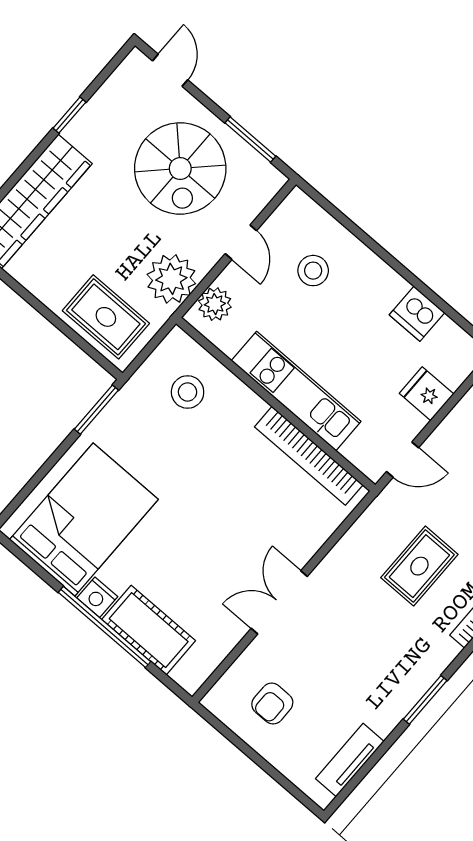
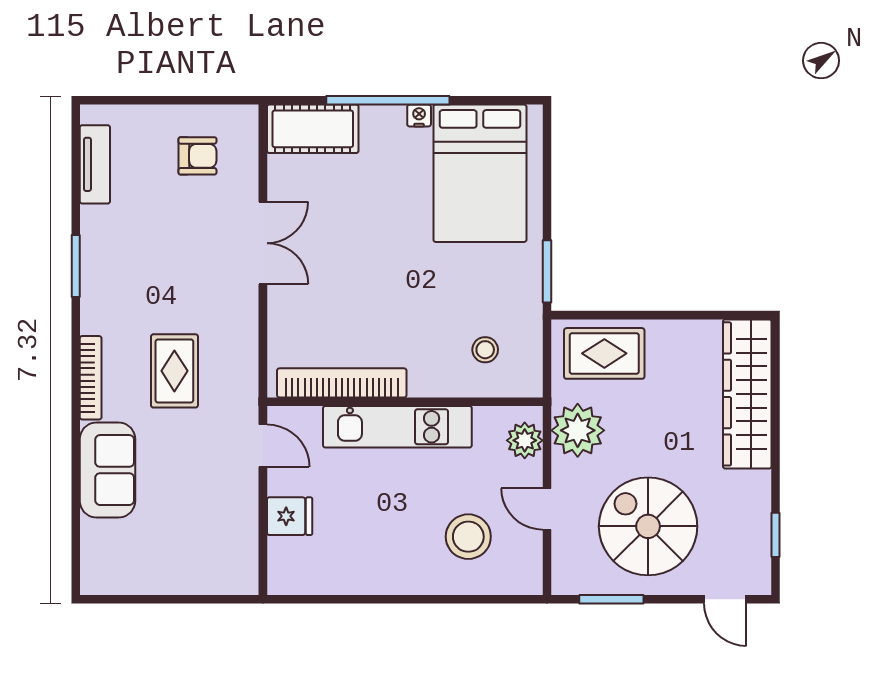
window: (69, 115) -> (776, 535), moved
stool: (313, 271) -> (468, 537), width x1.38, depth x1.38
dishwasher: (417, 314) -> (354, 574), removed
stool: (188, 392) -> (485, 350), width x0.73, depth x0.73
door: (403, 460) -> (263, 446), swing flipped
nightstand: (97, 597) -> (419, 116), width x0.72, depth x0.74
cot: (149, 630) -> (313, 129), moved
armchair: (272, 704) -> (197, 156), turned 90

